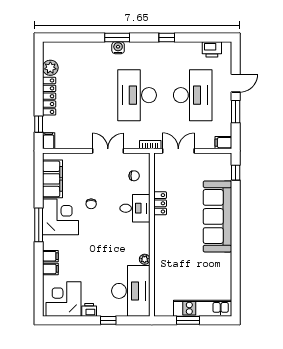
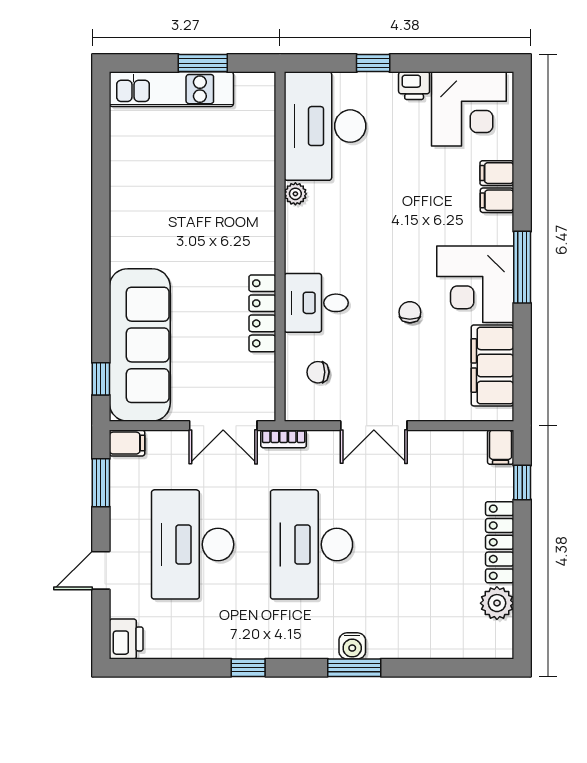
printer: (212, 49) -> (126, 639), moved, turned 90
desk: (137, 95) -> (312, 544), turned 180
window: (236, 112) -> (101, 483), moved
locker: (160, 203) -> (262, 313), width x1.53
sofa: (217, 216) -> (140, 345), moved

